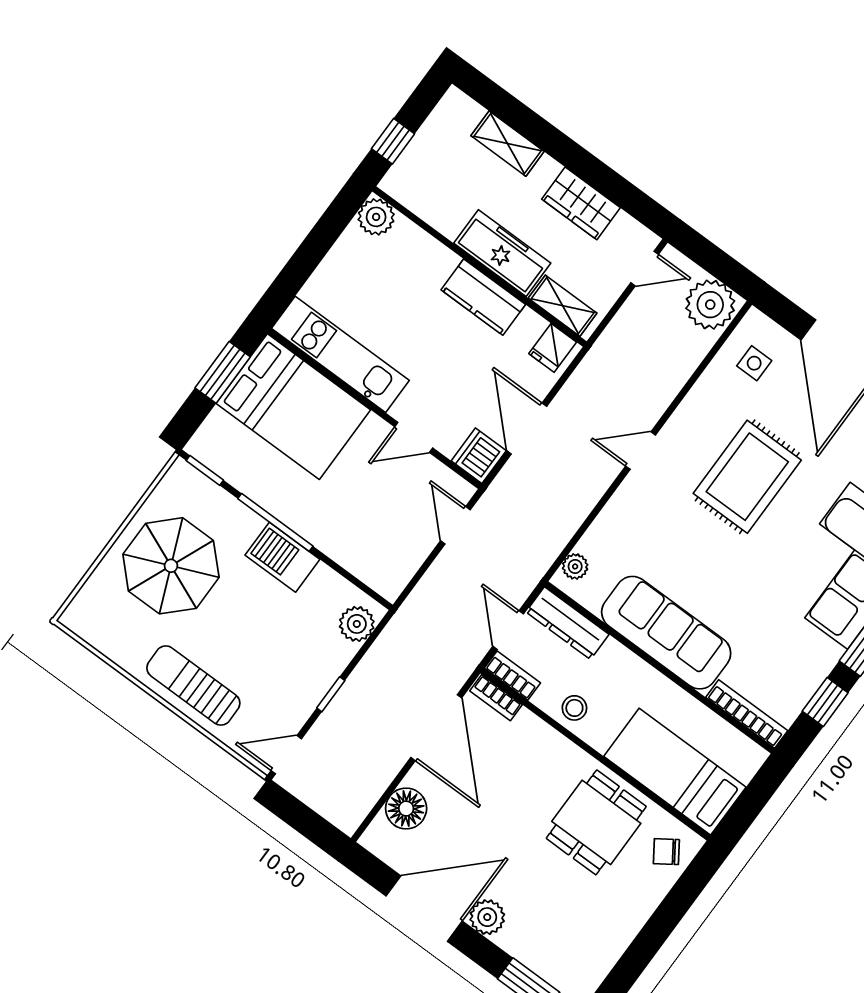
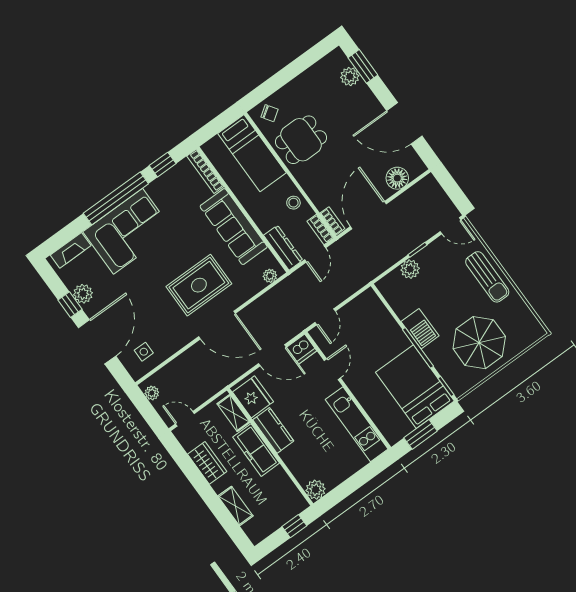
plant: (710, 305) -> (152, 393), width x0.53, depth x0.53
fridge: (553, 348) -> (253, 397), width x1.88, depth x1.34
bed: (293, 407) -> (415, 387), moved
door: (527, 429) -> (272, 355), hinge flipped
door: (414, 437) -> (332, 369), hinge flipped
door: (641, 451) -> (217, 325), width x1.87
rug: (747, 477) -> (199, 285), moved
plant: (357, 624) -> (410, 269), moved
plant: (487, 917) -> (350, 77), moved

